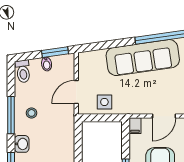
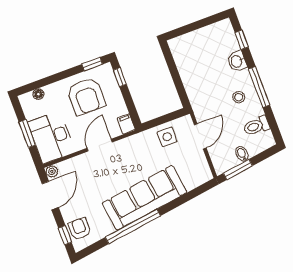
toilet: (23, 71) -> (256, 126), moved, turned -82

